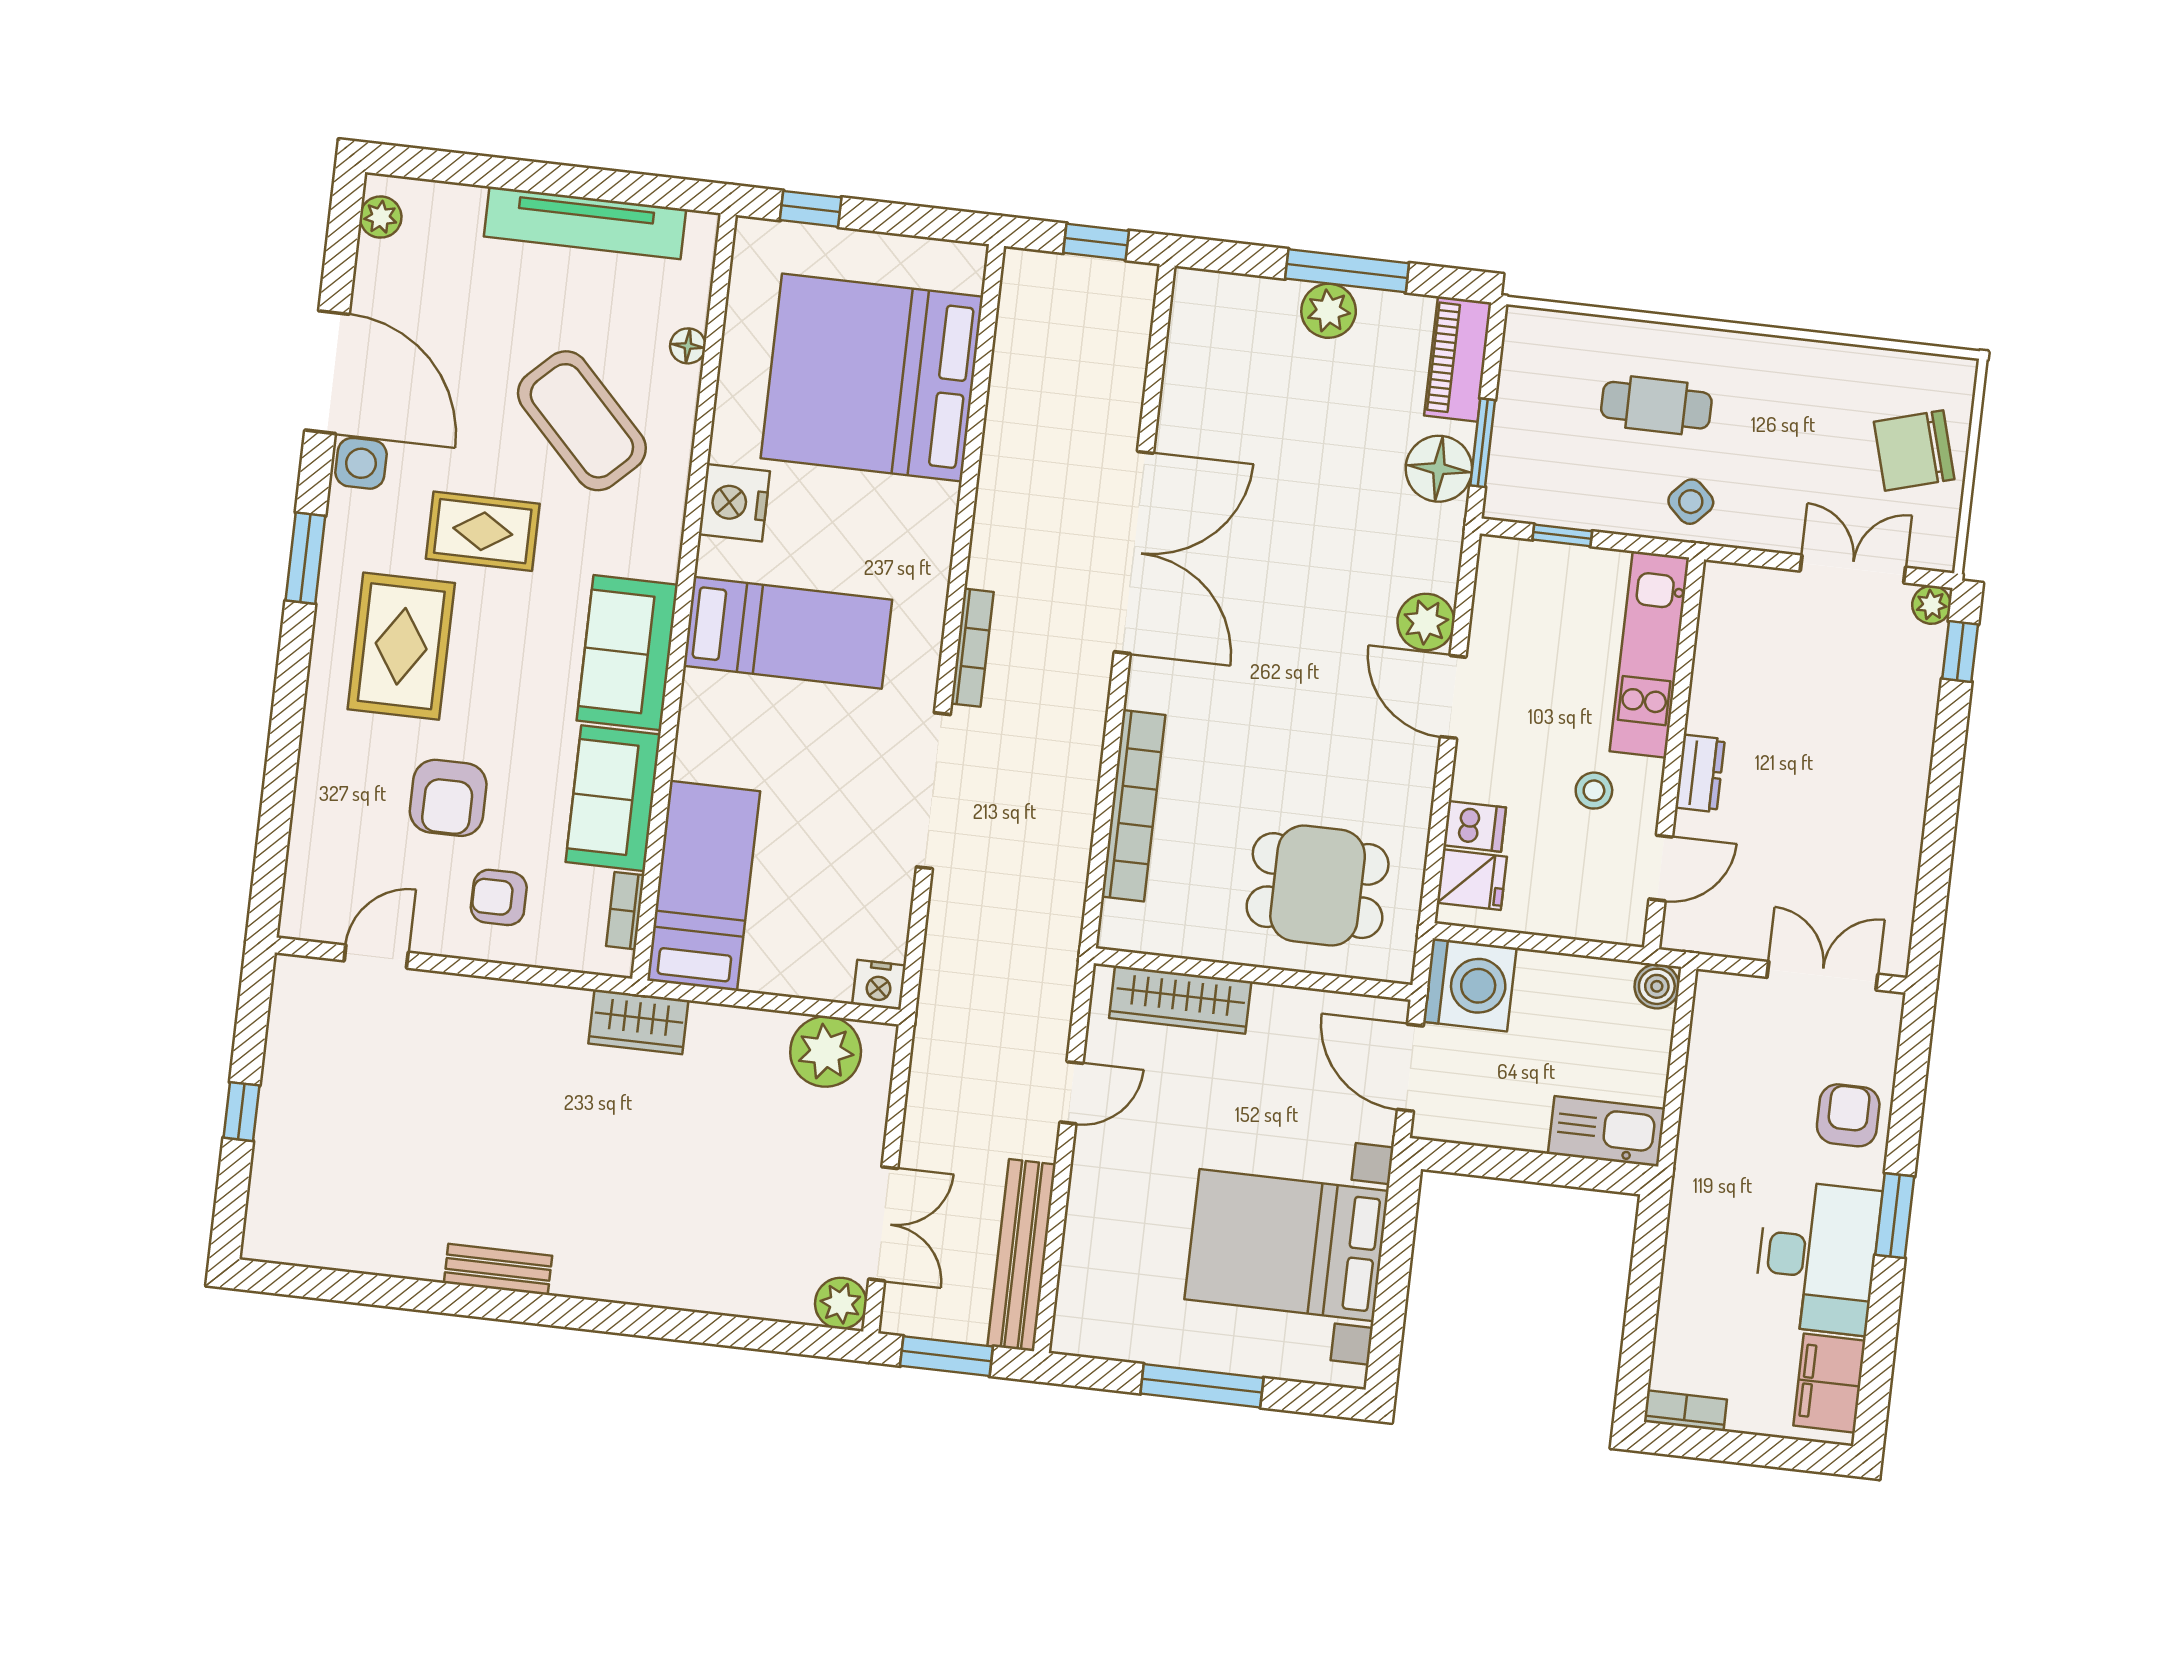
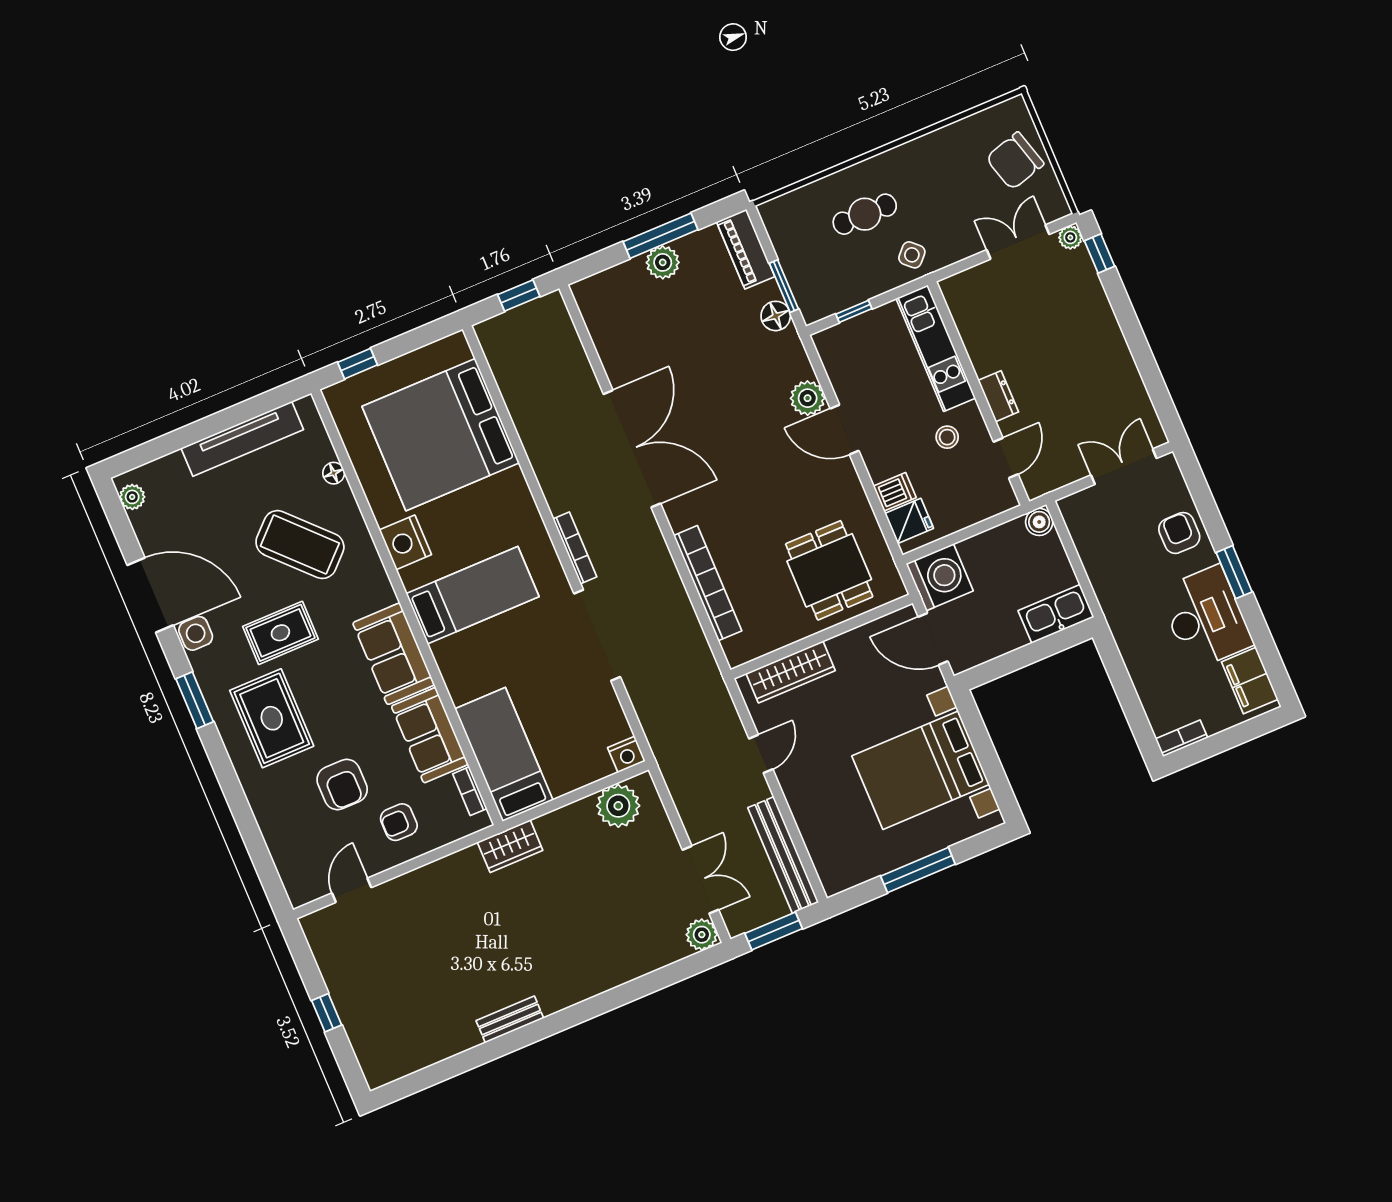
floor lamp: (1439, 469) -> (776, 316), width x0.73, depth x0.73
dining table: (1318, 886) -> (829, 570), turned 90

